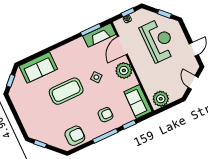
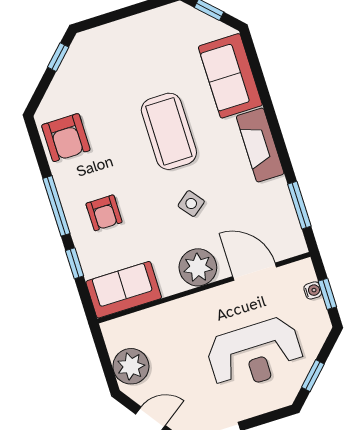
fireplace: (99, 35) -> (260, 145), moved
plant: (161, 99) -> (131, 366), moved

